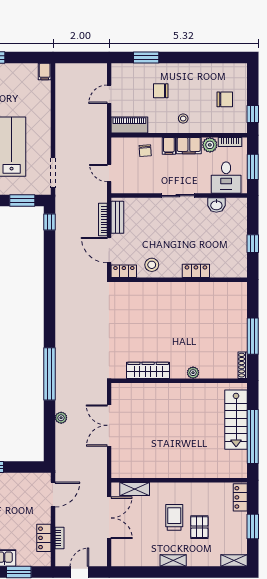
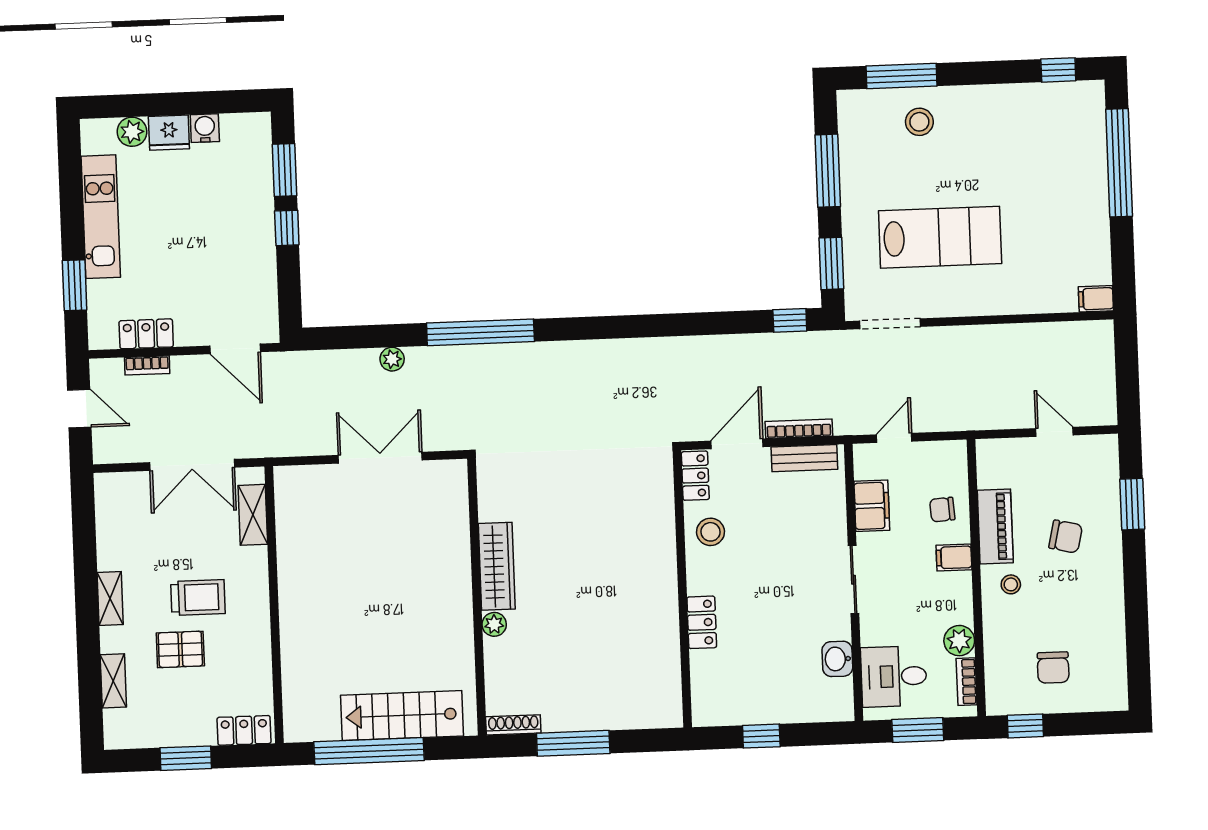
chair: (161, 91) -> (1066, 537), turned 103
piano: (129, 125) -> (995, 527), moved
filing cabinet: (189, 146) -> (872, 506), moved, turned 180
wardrobe: (148, 370) -> (497, 566), moved
shelving: (234, 561) -> (113, 681), moved

